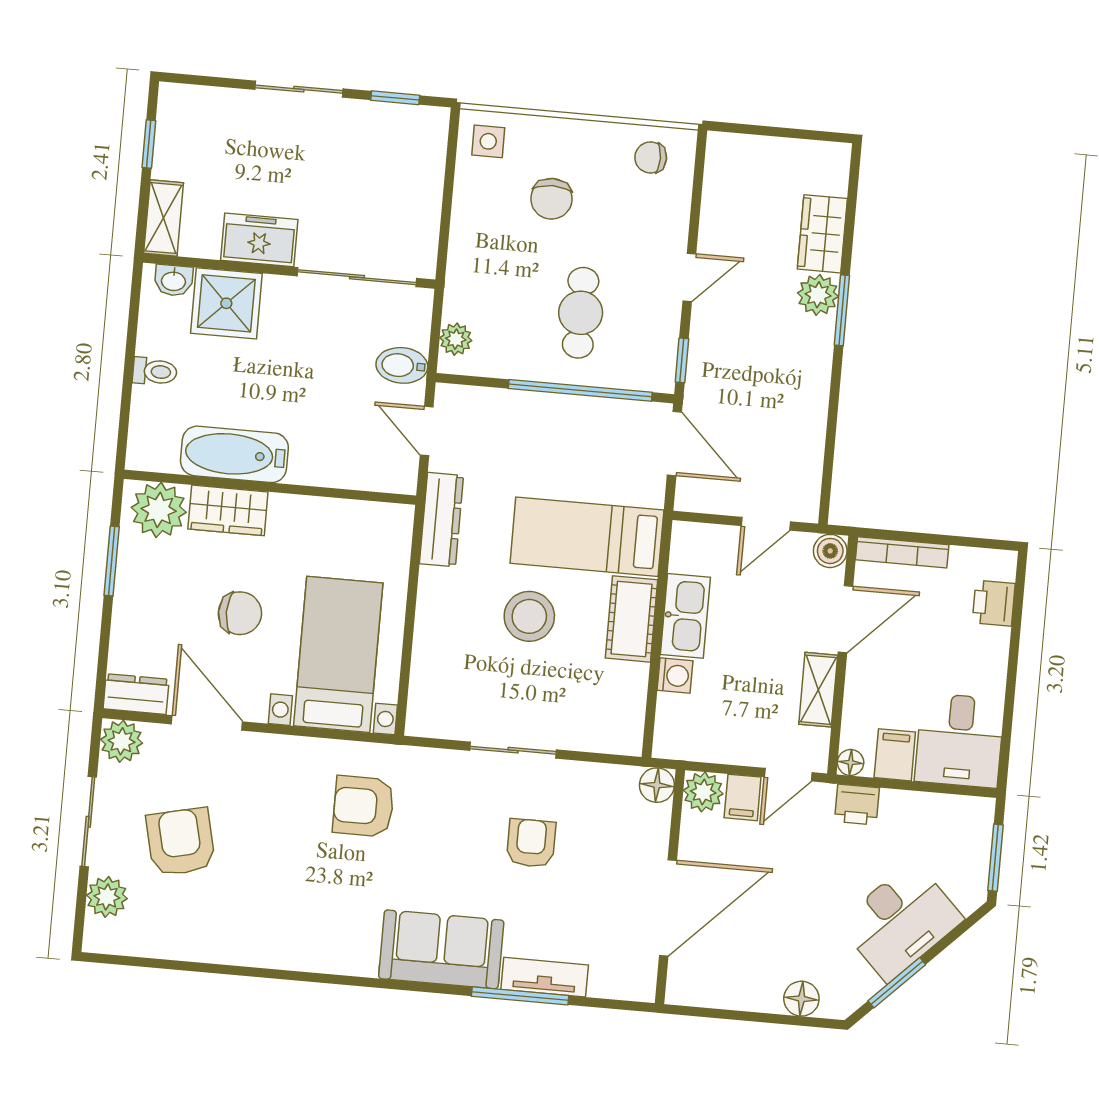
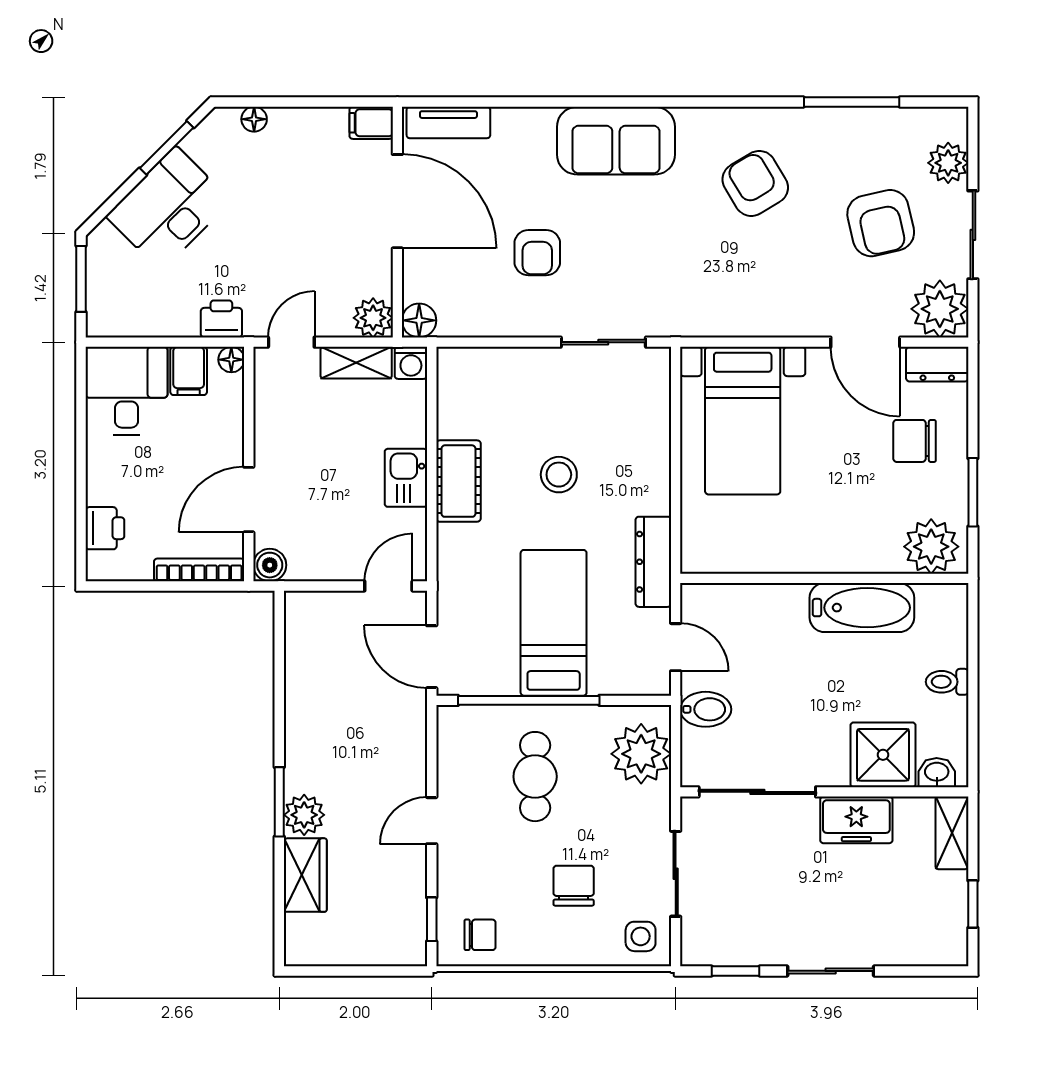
sliding door: (447, 202) -> (676, 874), added
plant: (456, 339) -> (641, 754), width x1.87, depth x1.87
window: (682, 360) -> (432, 919), moved
wardrobe: (228, 510) -> (863, 552), removed
door: (766, 524) -> (388, 586), moved
bed: (587, 537) -> (554, 623), moved, turned -90
chair: (240, 613) -> (915, 441), moved
stool: (529, 616) -> (559, 475), width x0.73, depth x0.73
kitchen sink: (685, 616) -> (406, 478), width x0.73
washing machine: (675, 676) -> (411, 363), moved, turned -90
shelving: (818, 690) -> (356, 363), moved, turned 90
plant: (122, 741) -> (940, 309), width x1.36, depth x1.36
sliding door: (513, 750) -> (603, 342), moved
filing cabinet: (743, 797) -> (371, 123), moved, turned -90
armchair: (363, 806) -> (755, 183), moved, turned -121
door: (668, 908) -> (397, 201), swing flipped
tv unit: (545, 977) -> (448, 122), moved
window: (520, 996) -> (852, 102), moved
floor lamp: (801, 999) -> (254, 119), width x0.73, depth x0.73

